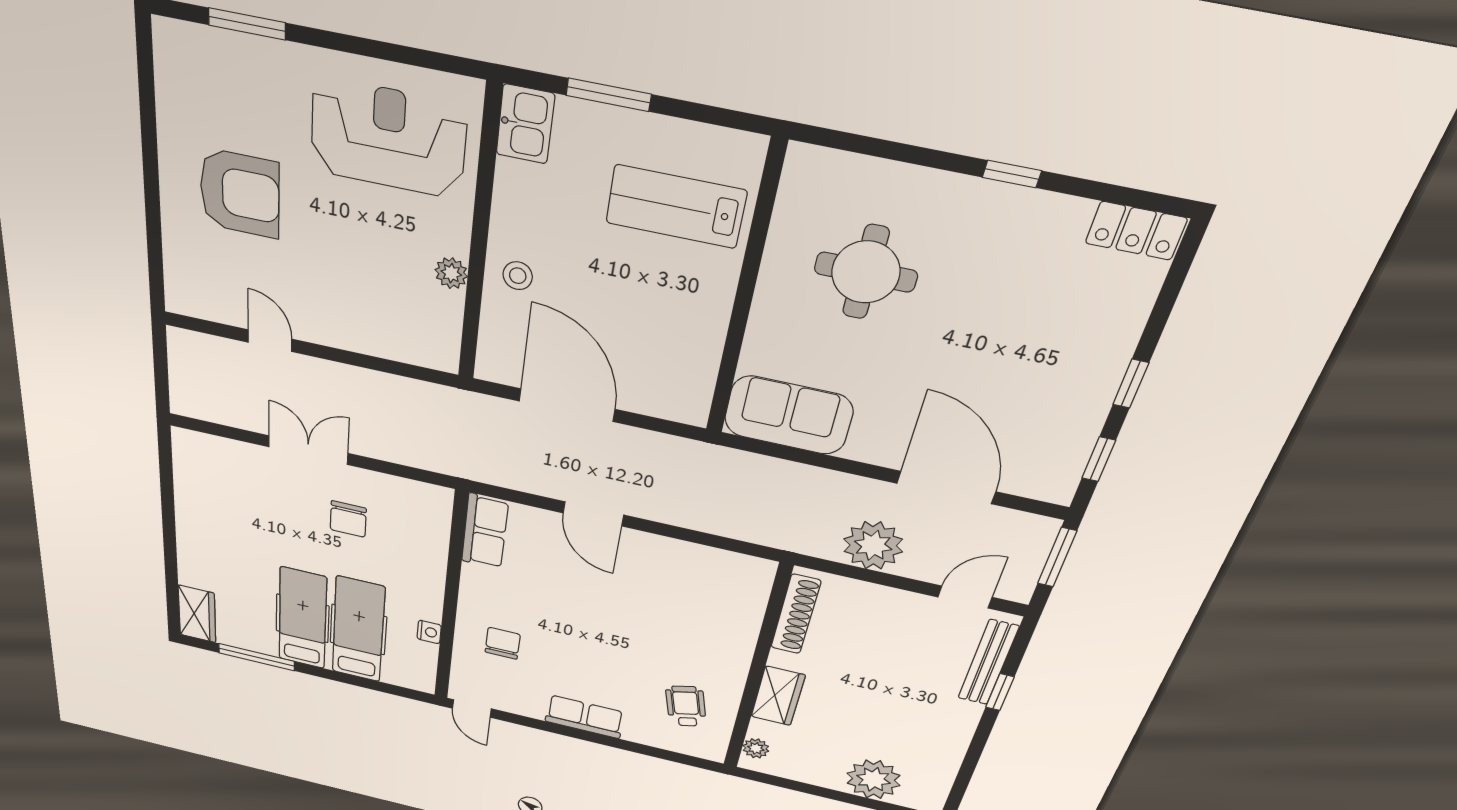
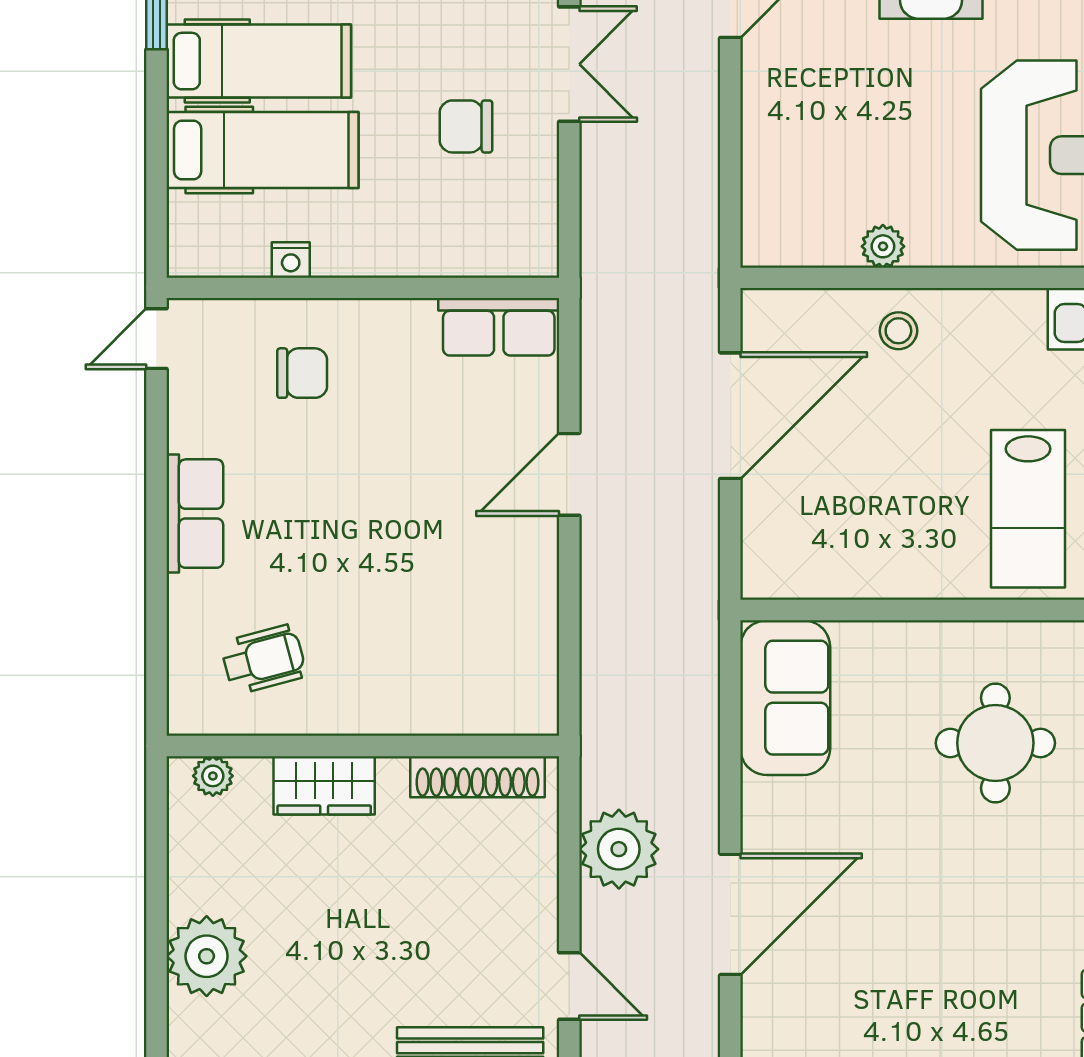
lab bench: (676, 207) -> (1028, 509), turned 180

